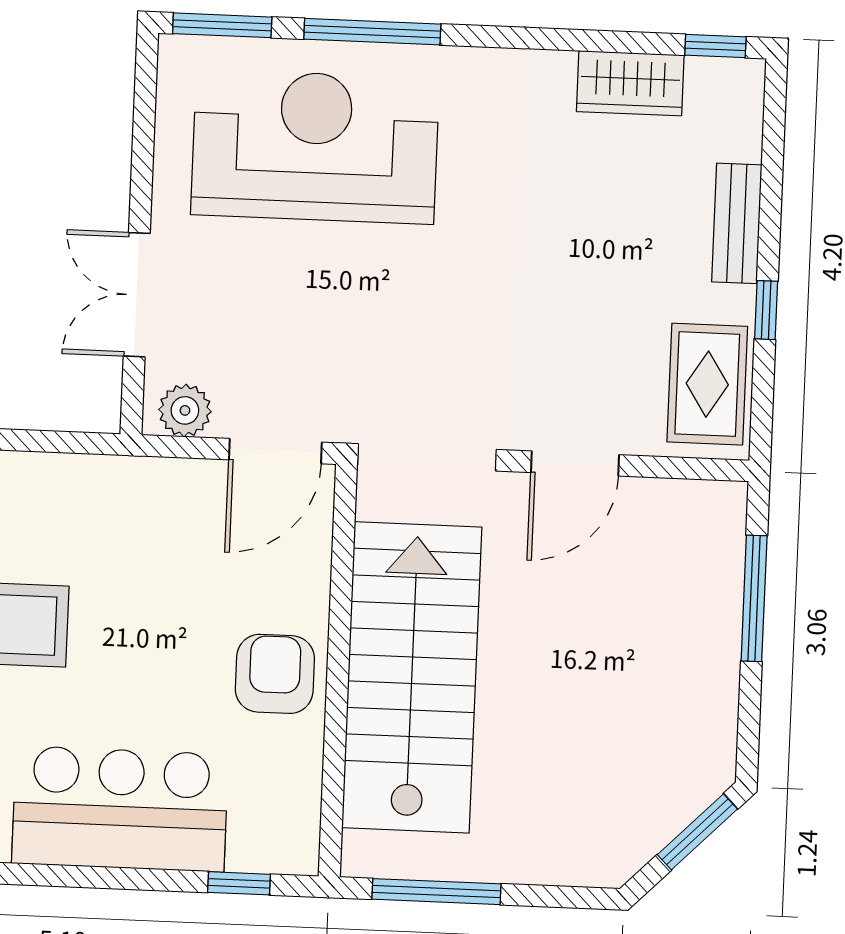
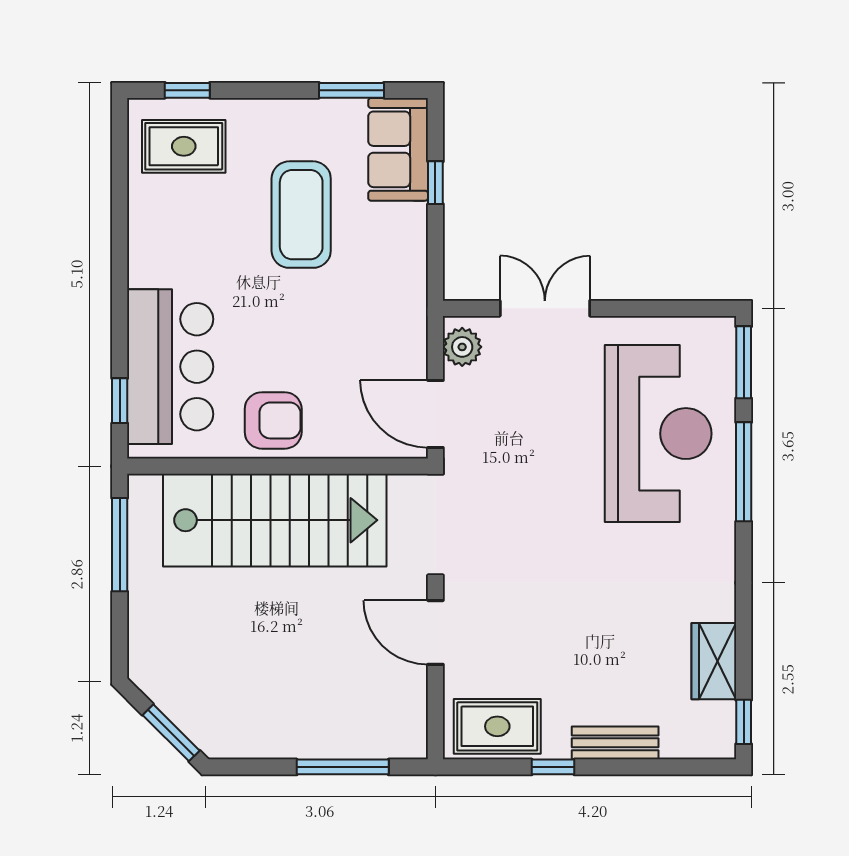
bar counter: (120, 809) -> (170, 367), moved

